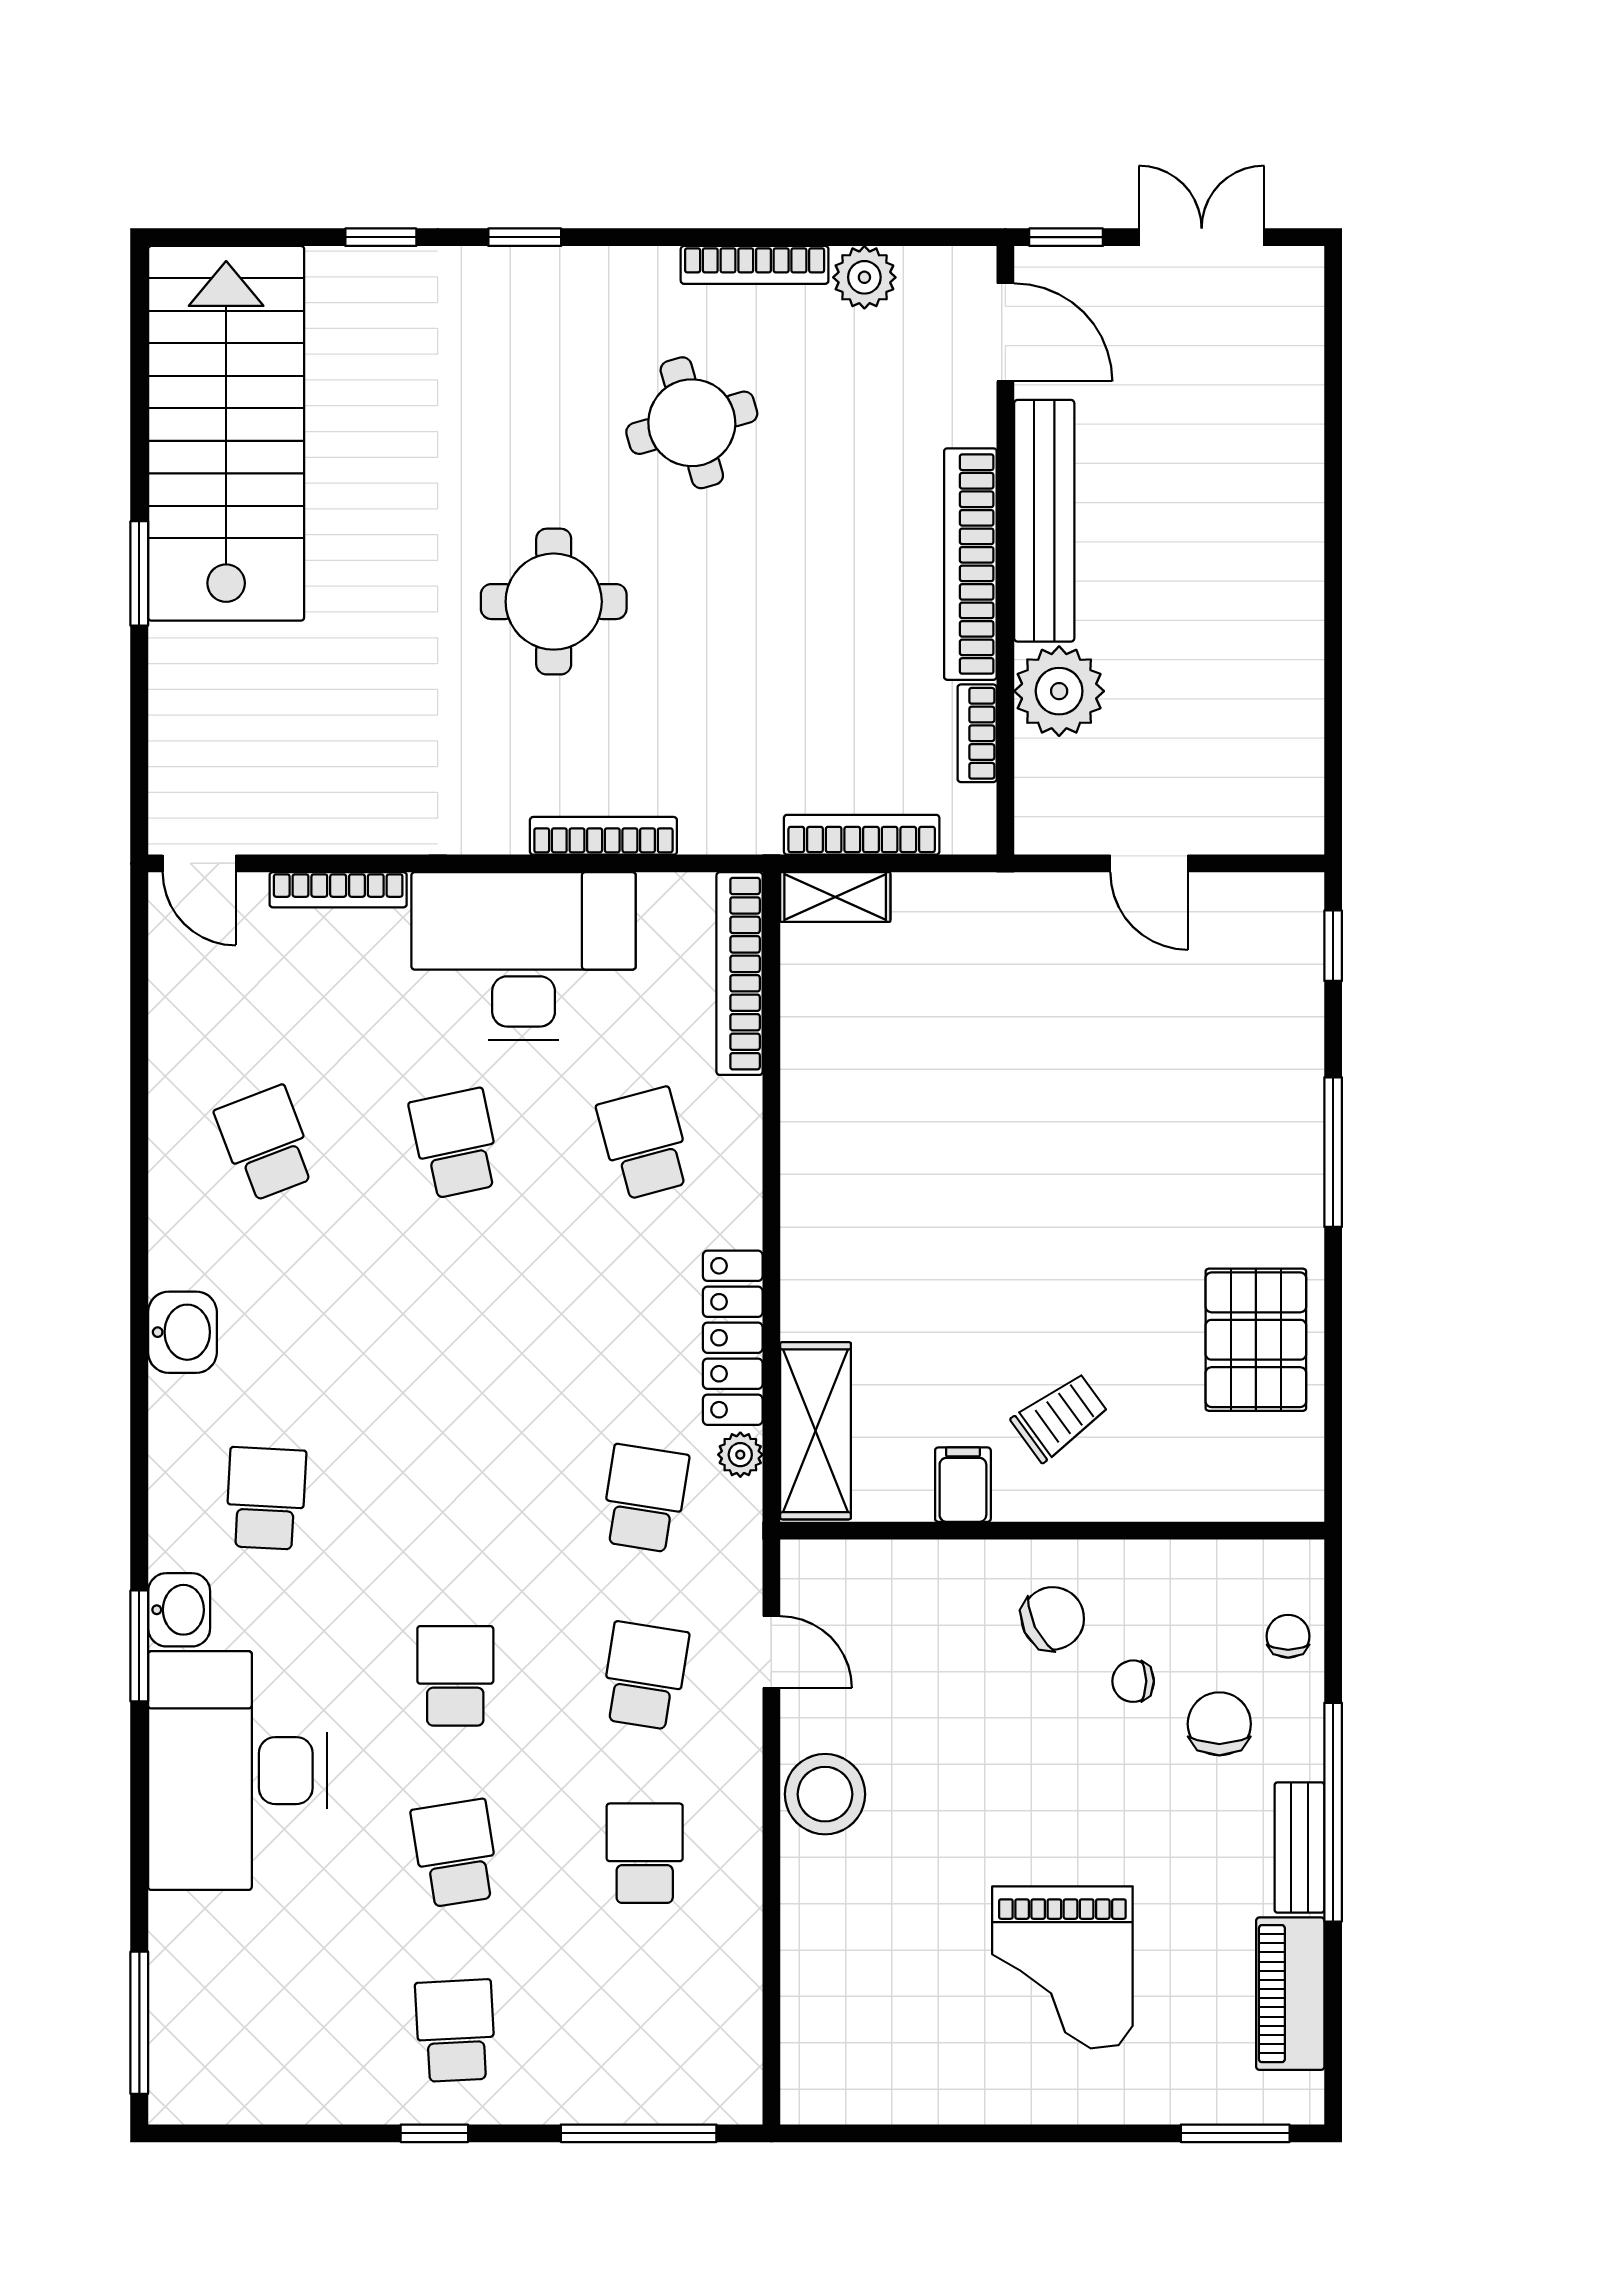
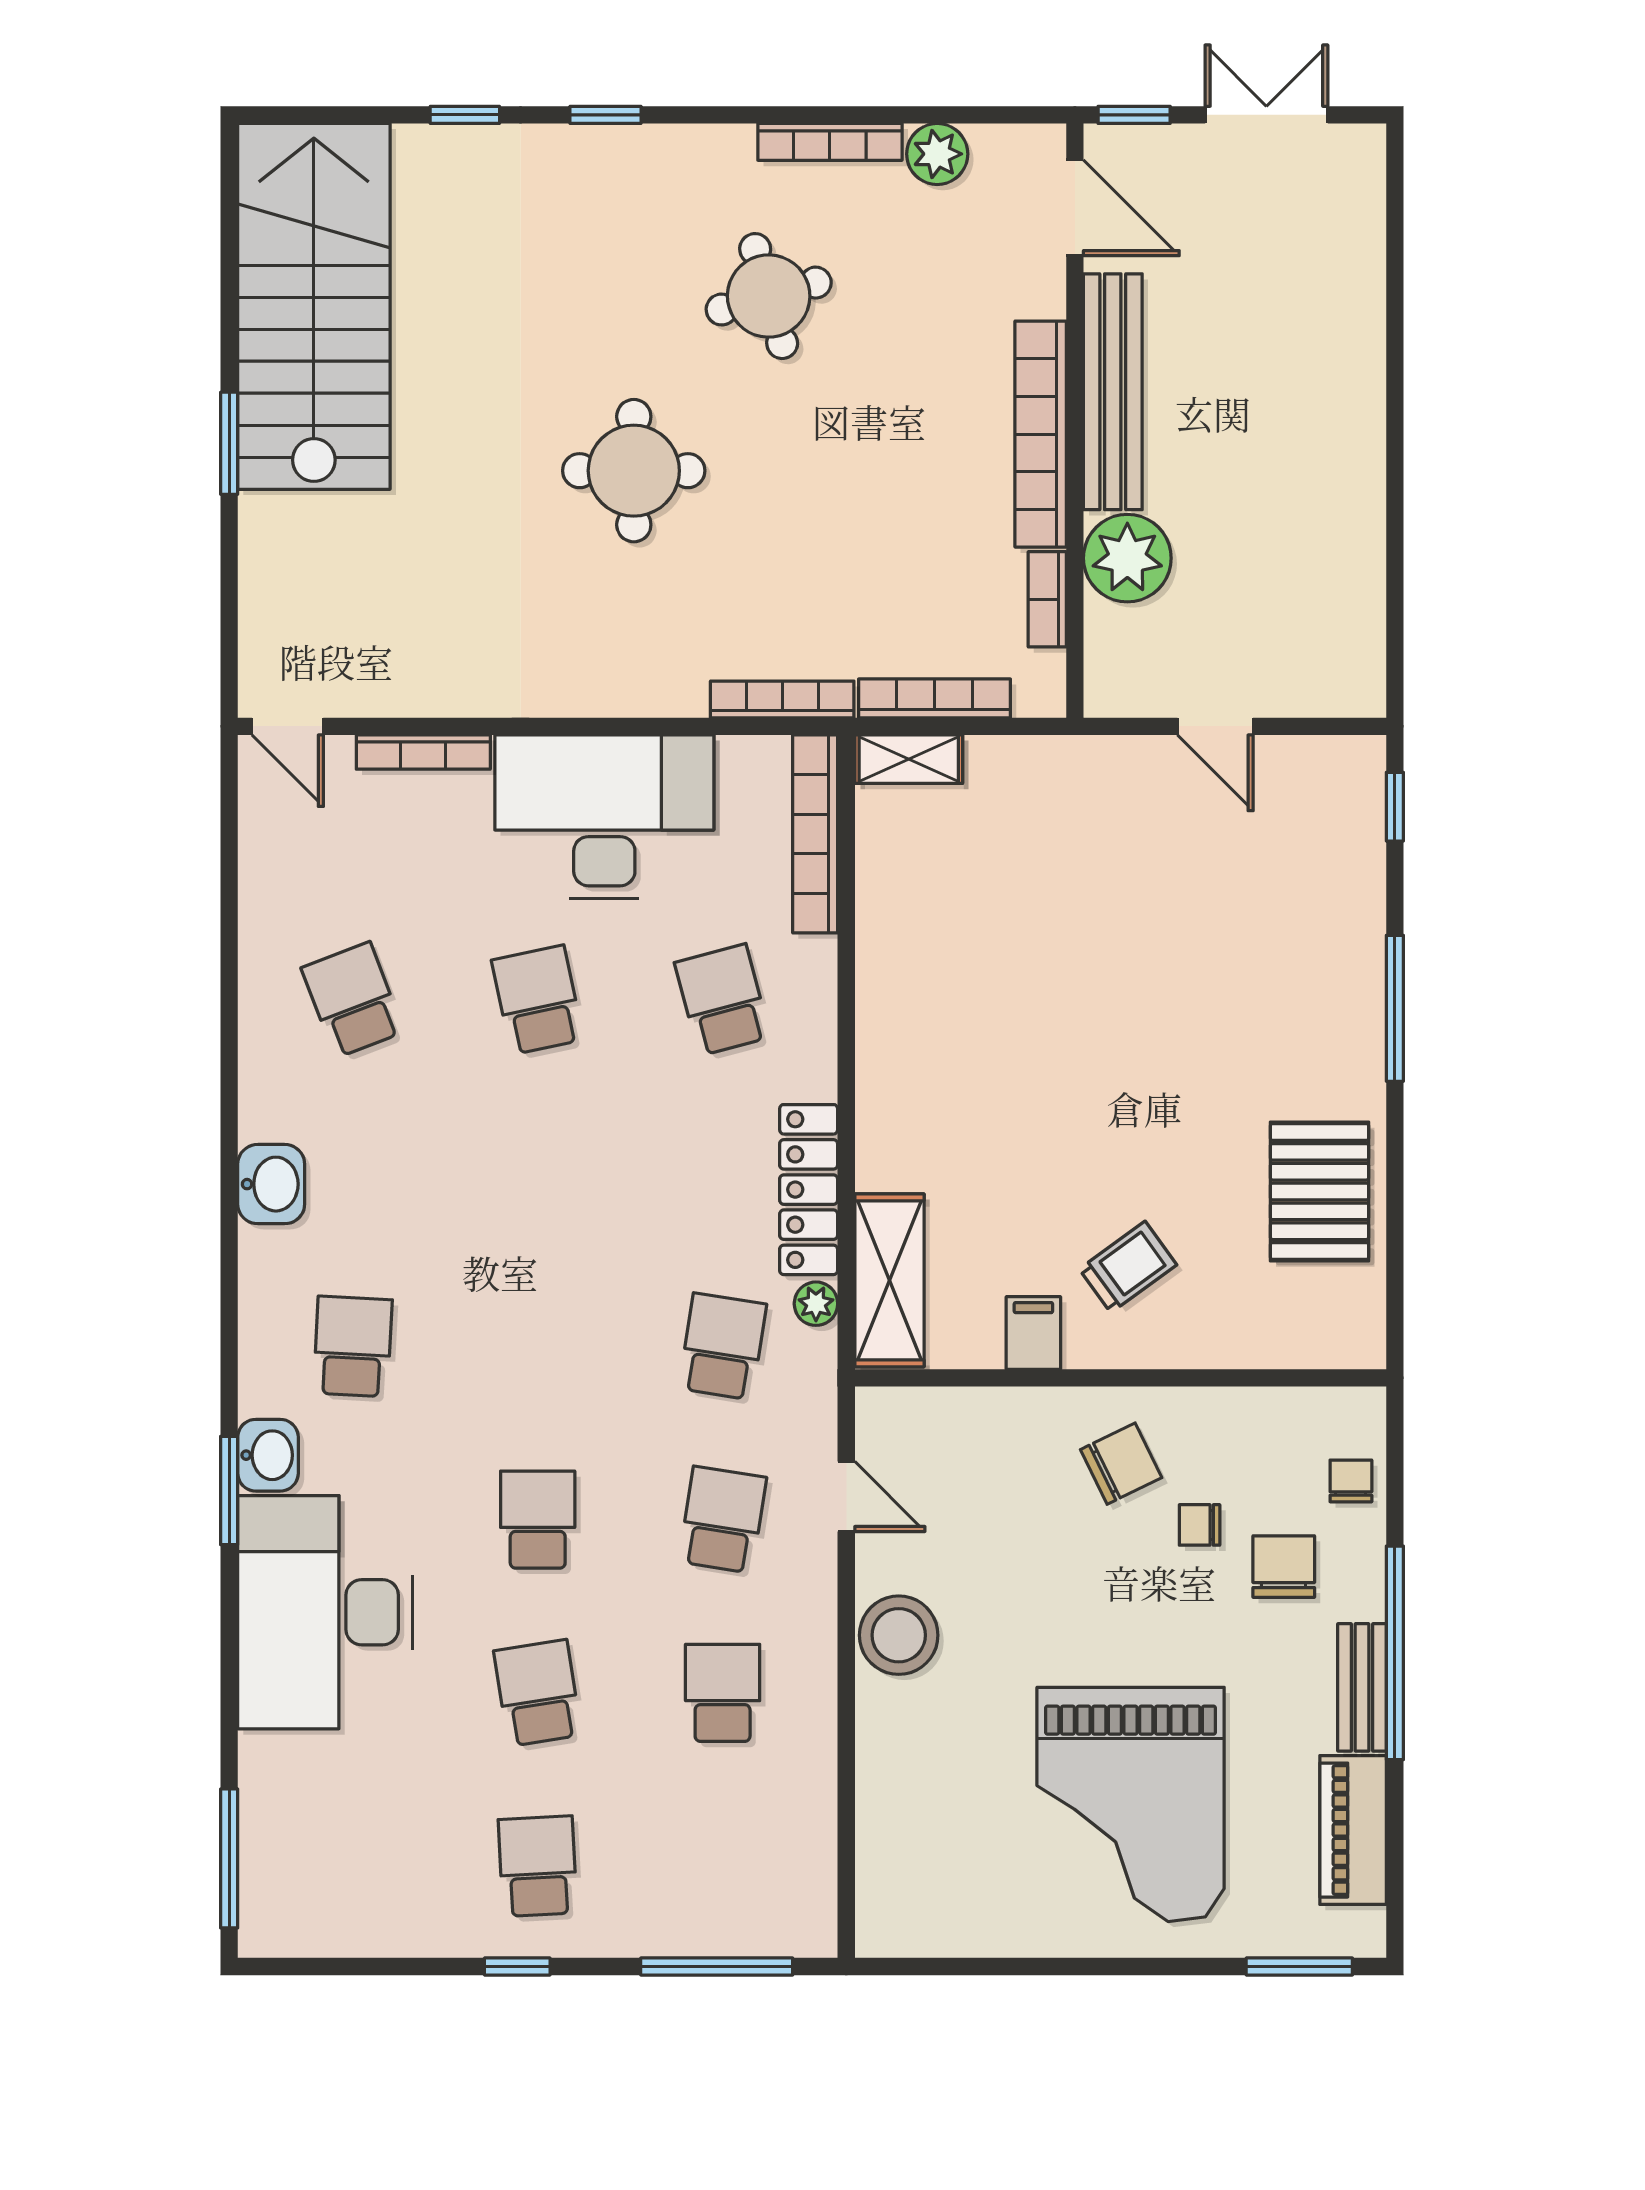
bookcase: (603, 836) -> (782, 699), moved
grand piano: (1062, 1967) -> (1131, 1804), width x1.37, depth x1.48

